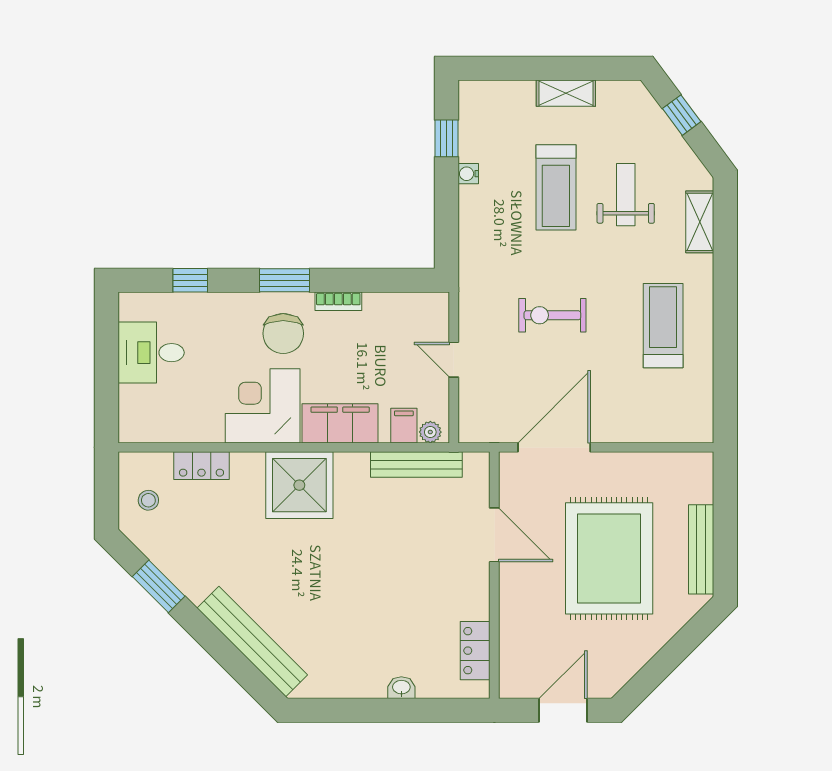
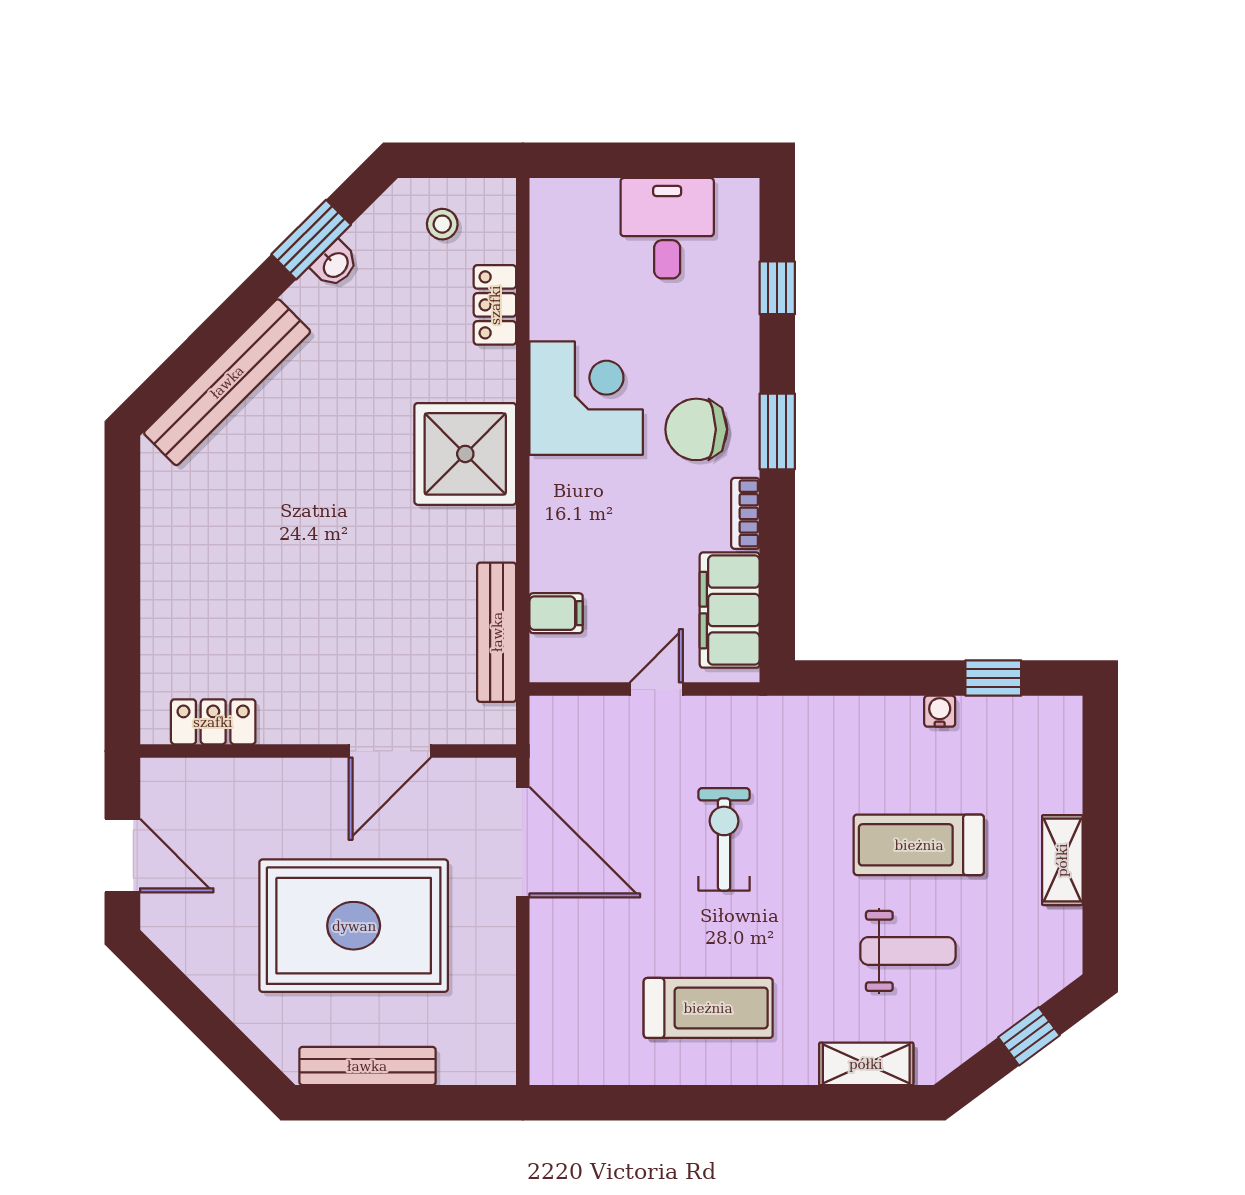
filing cabinet: (340, 423) -> (730, 610), moved, turned 180
plant: (430, 432) -> (546, 653), removed
washbasin: (401, 688) -> (335, 264), moved, turned 45

